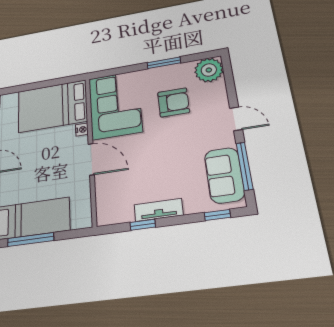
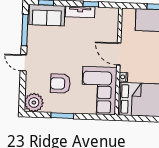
sofa: (224, 175) -> (47, 15), moved, turned 90

